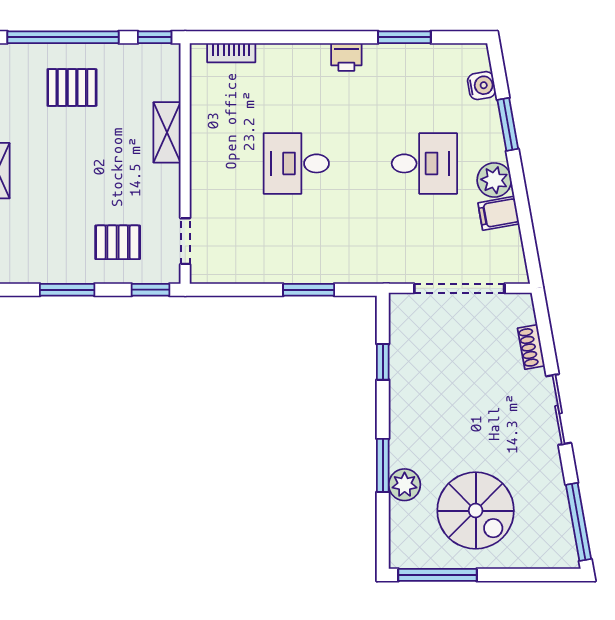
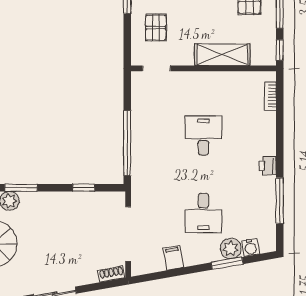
window: (404, 37) -> (280, 201), width x1.44
shelving: (167, 132) -> (222, 55), width x1.50, depth x1.33
plant: (494, 180) -> (231, 248), moved
window: (150, 290) -> (127, 47), removed
window: (309, 290) -> (127, 143), width x2.11
shoe rack: (531, 347) -> (111, 274), moved

